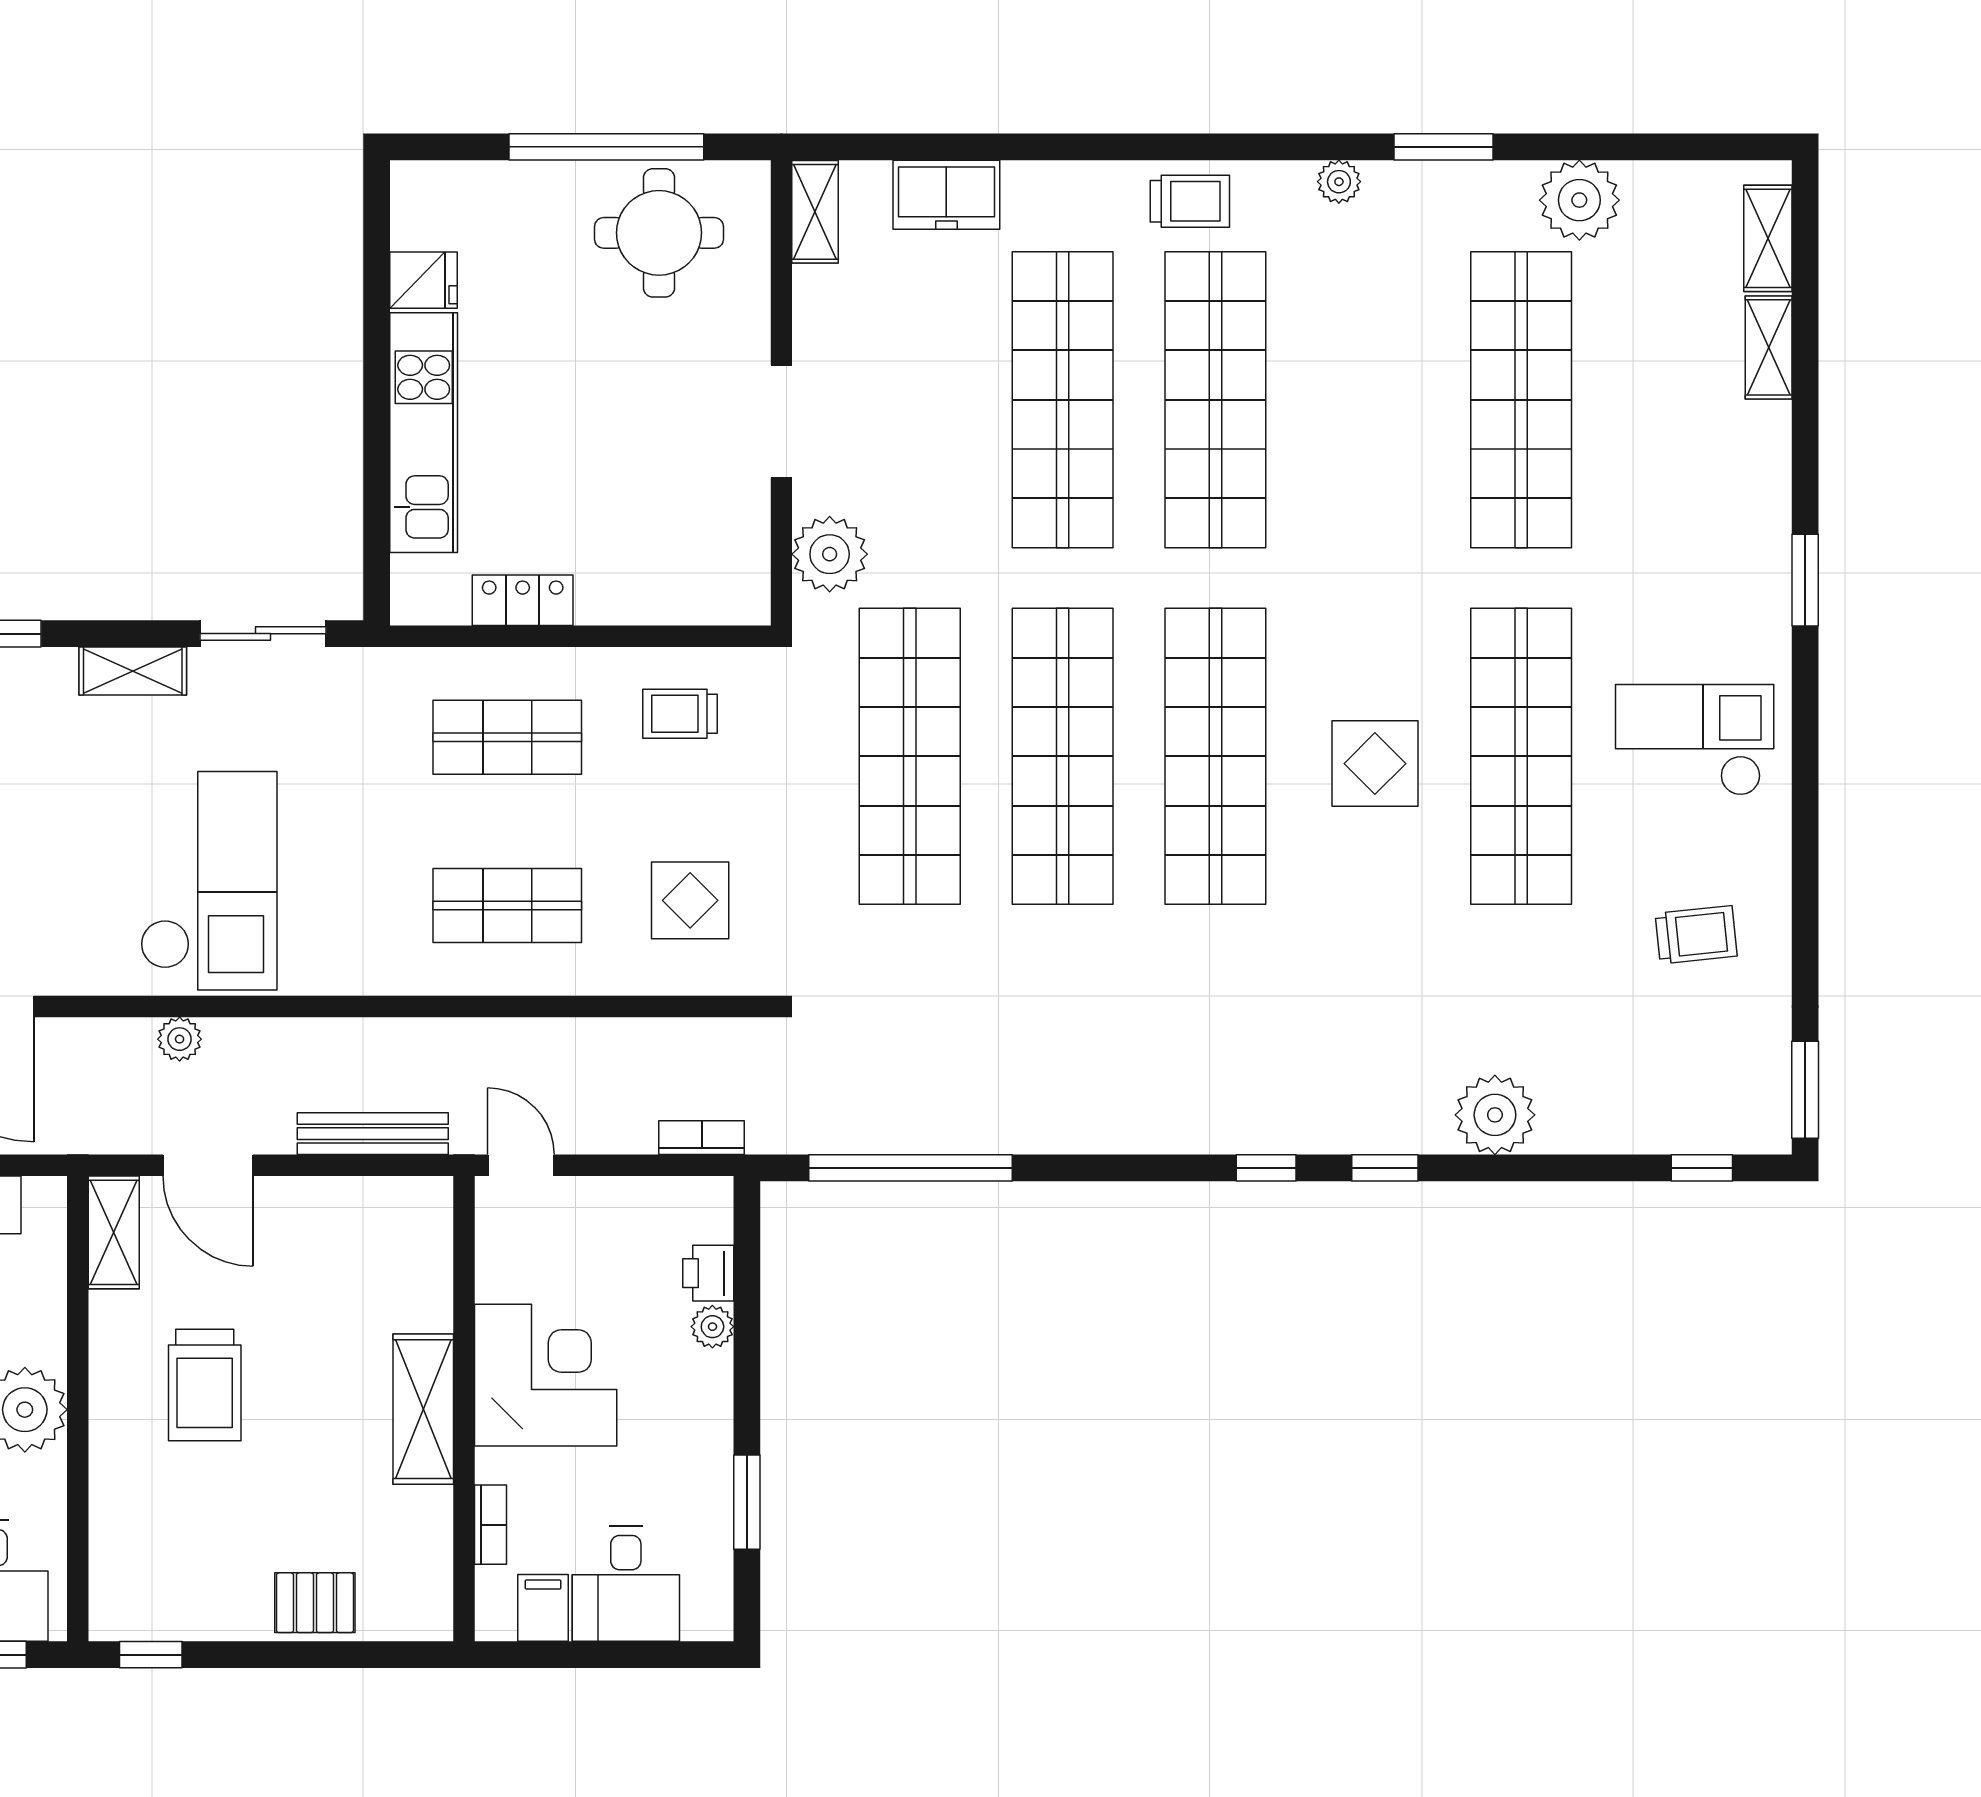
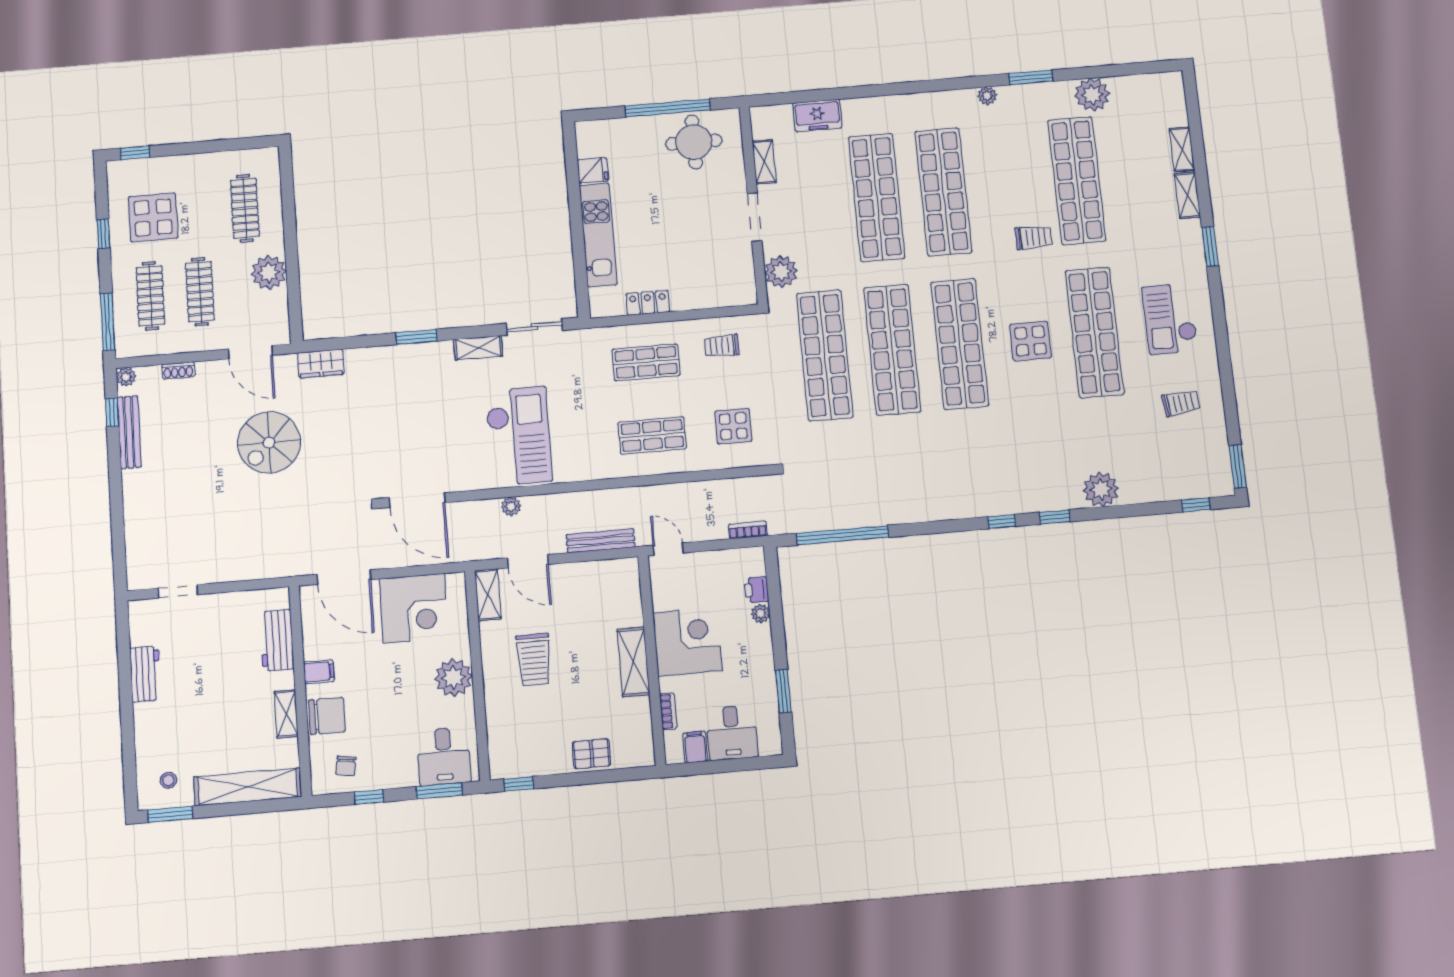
trolley: (1190, 201) -> (1033, 237), moved
shelving: (815, 212) -> (764, 162), moved
shelving: (1768, 238) -> (1187, 195), moved
checkout: (1695, 740) -> (1170, 319), turned -90

